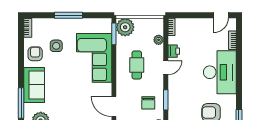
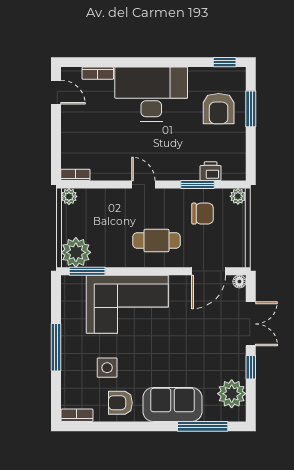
plant: (159, 40) -> (69, 196), moved
printer: (174, 51) -> (211, 171), moved
cafe table: (137, 65) -> (156, 241), moved

